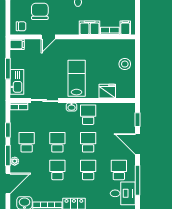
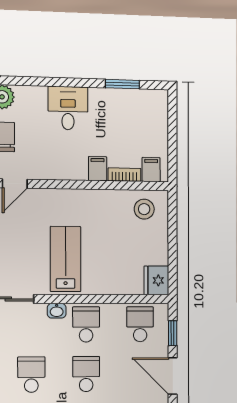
filing cabinet: (90, 28) -> (98, 169), width x0.50
stool: (125, 64) -> (144, 209), moved
fridge: (107, 91) -> (156, 280), moved, turned -90
school desk: (119, 115) -> (140, 324), added

